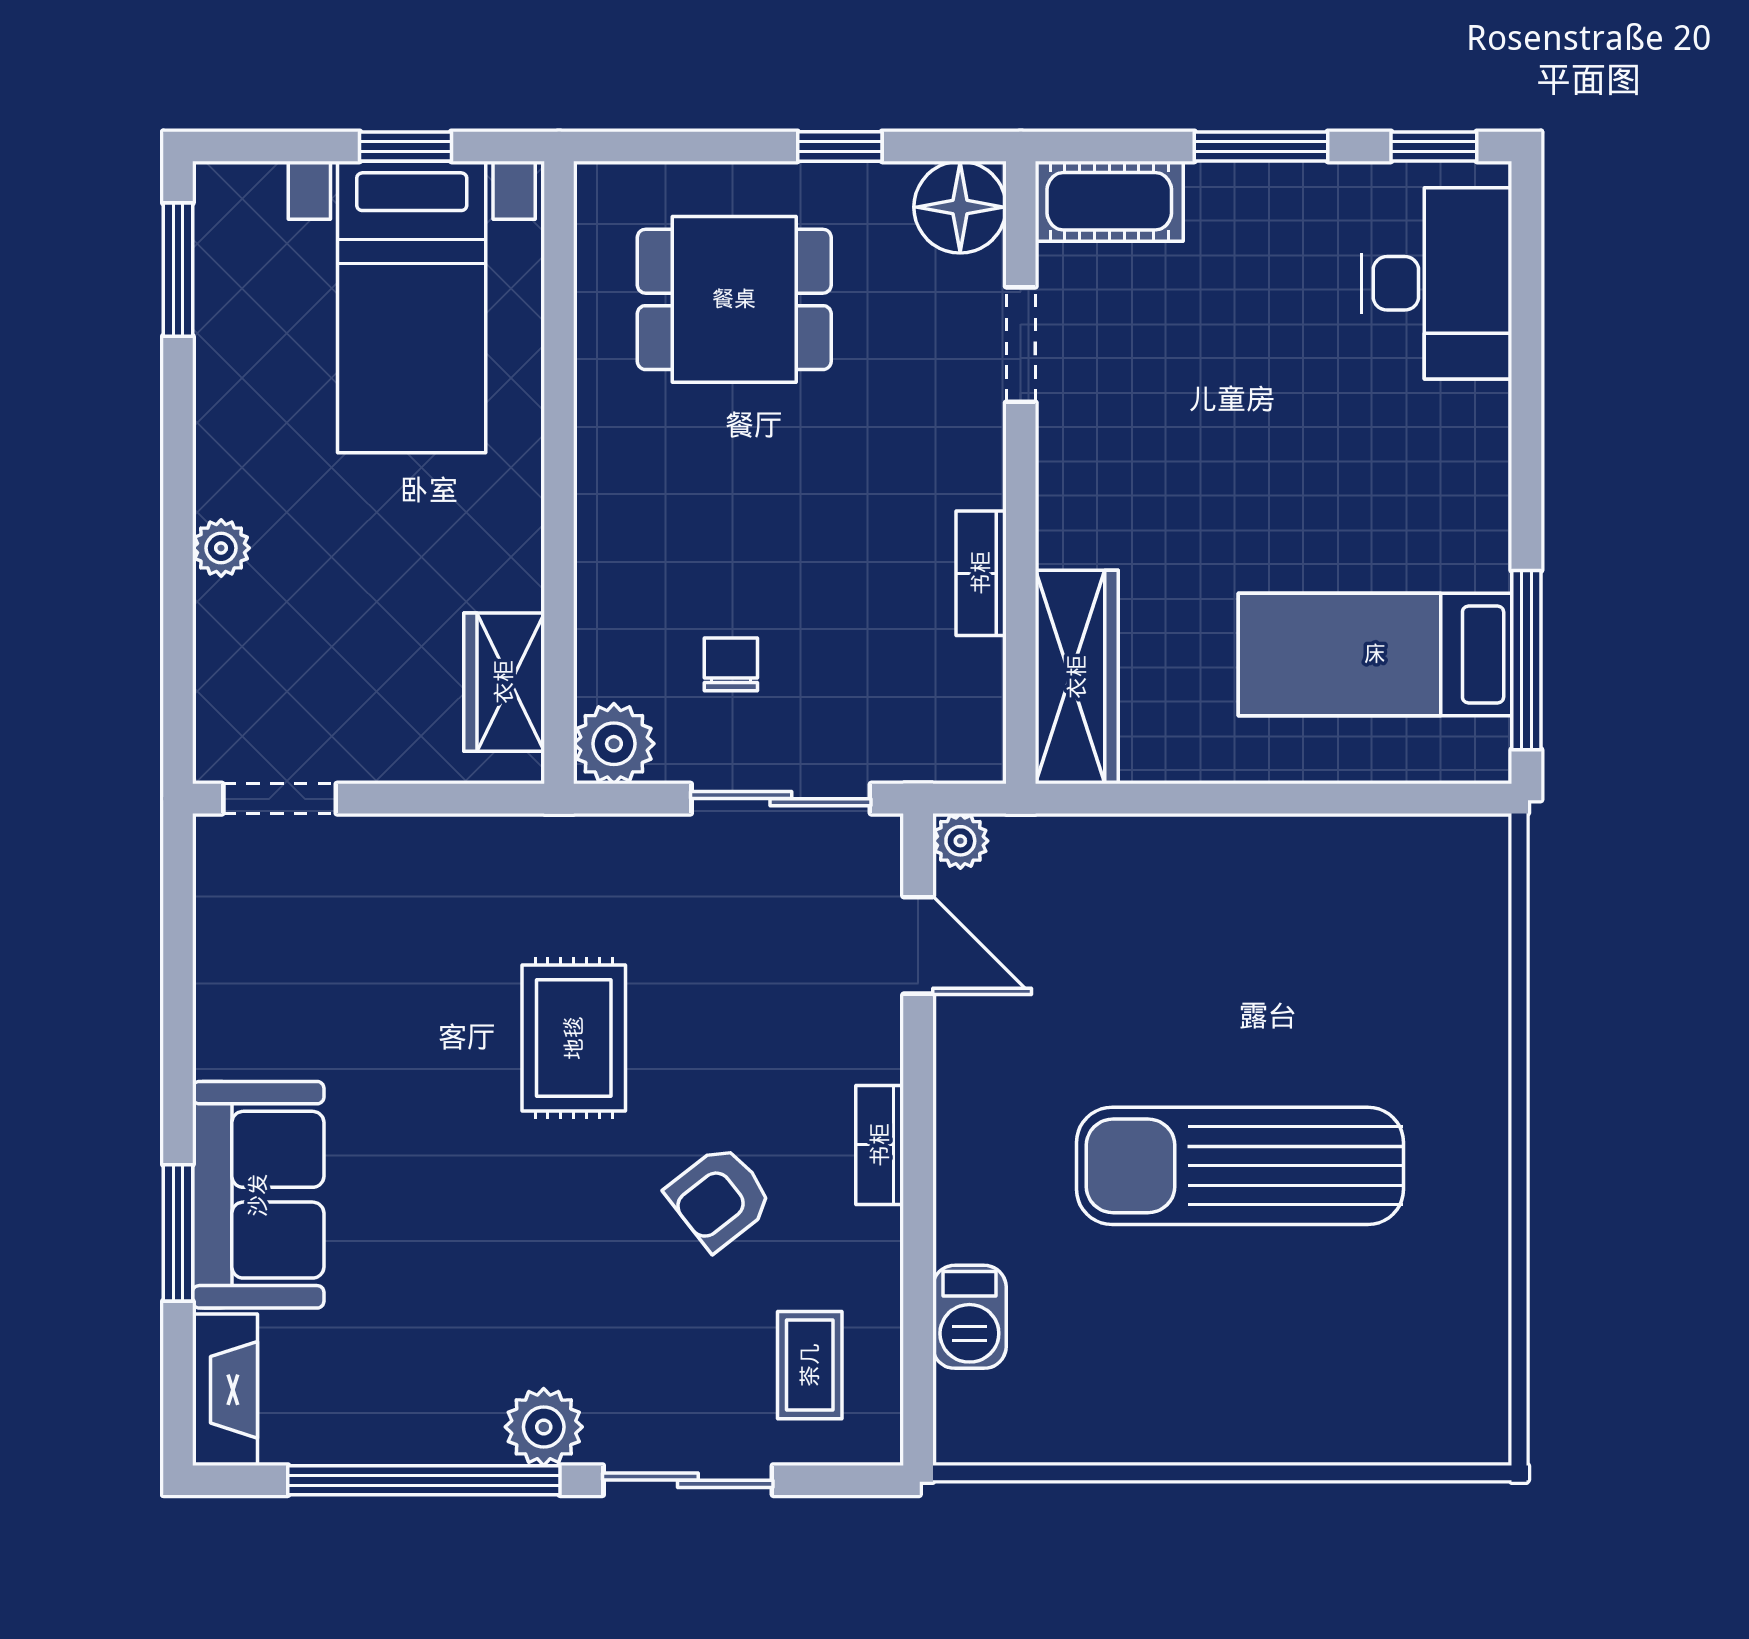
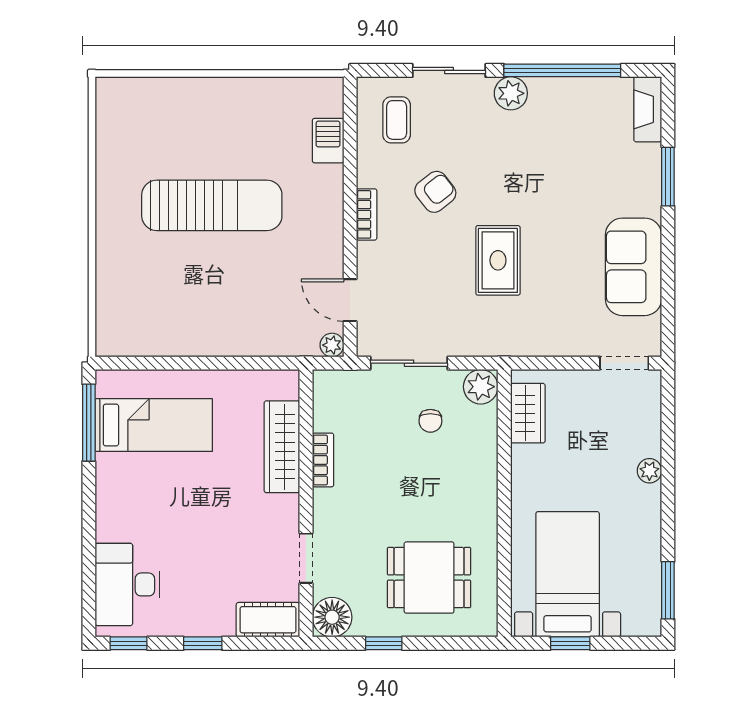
window: (1261, 146) -> (203, 643), width x0.67
wardrobe: (1077, 677) -> (282, 447), moved
sofa: (258, 1195) -> (633, 267), moved

